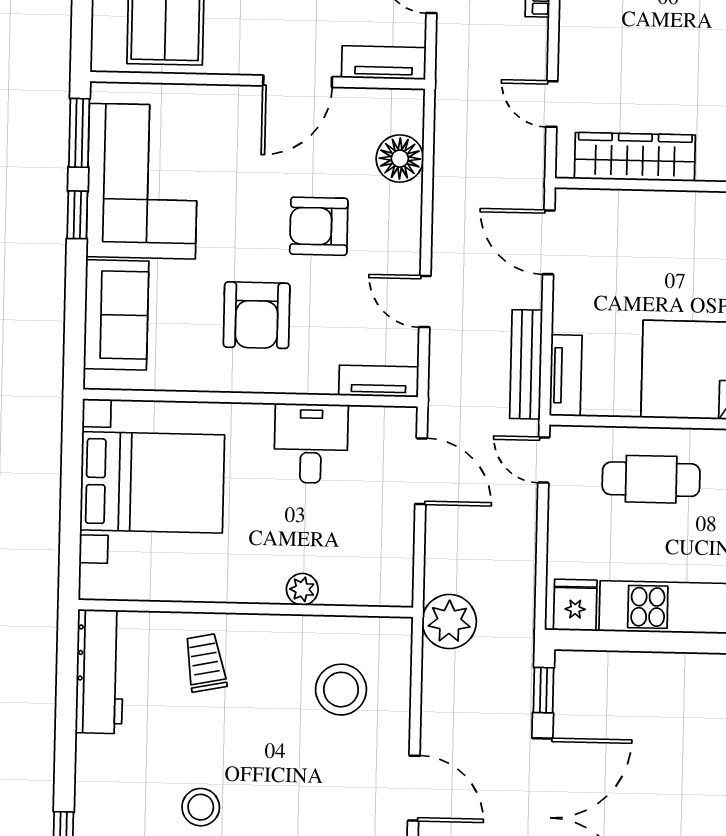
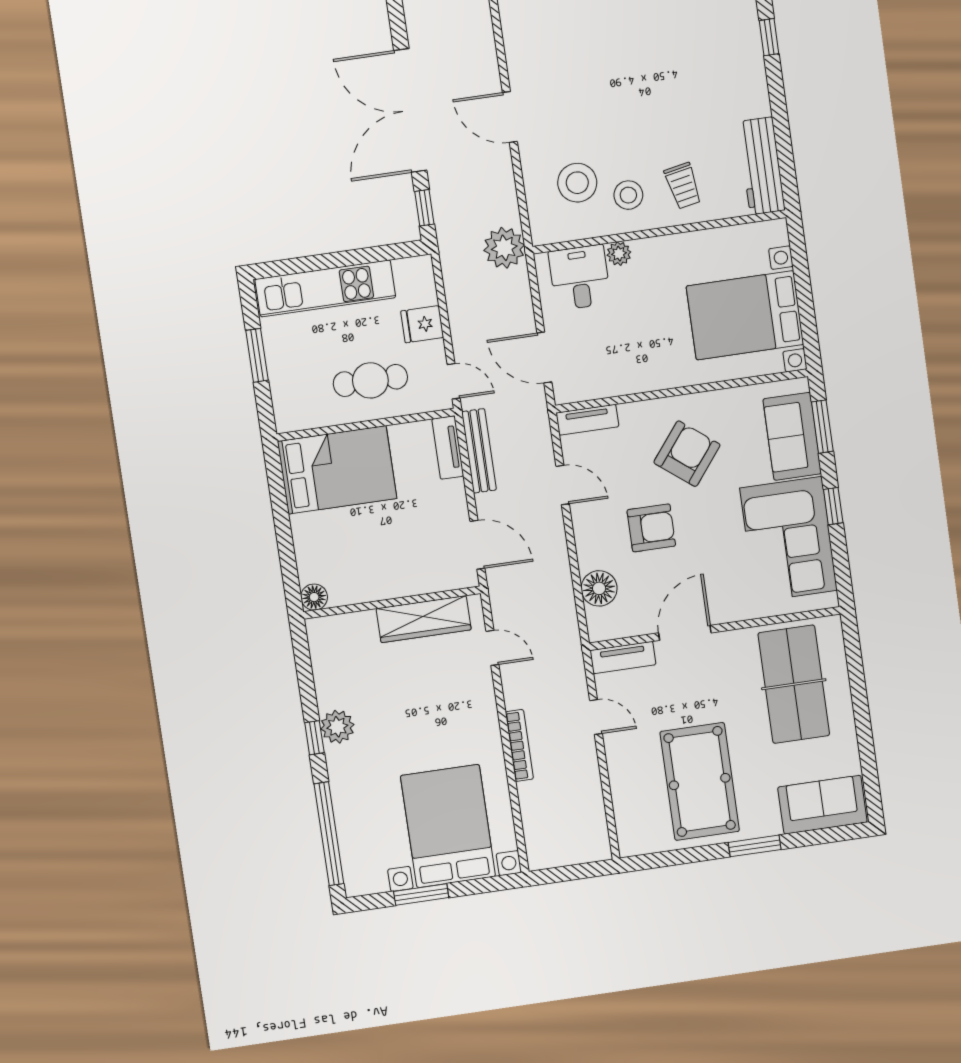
window: (79, 133) -> (822, 427), moved
armchair: (257, 315) -> (687, 454), turned 38
desk: (311, 443) -> (580, 277), moved, turned 180
fridge: (575, 605) -> (422, 324), moved, turned 90
stool: (201, 807) -> (628, 195), moved

